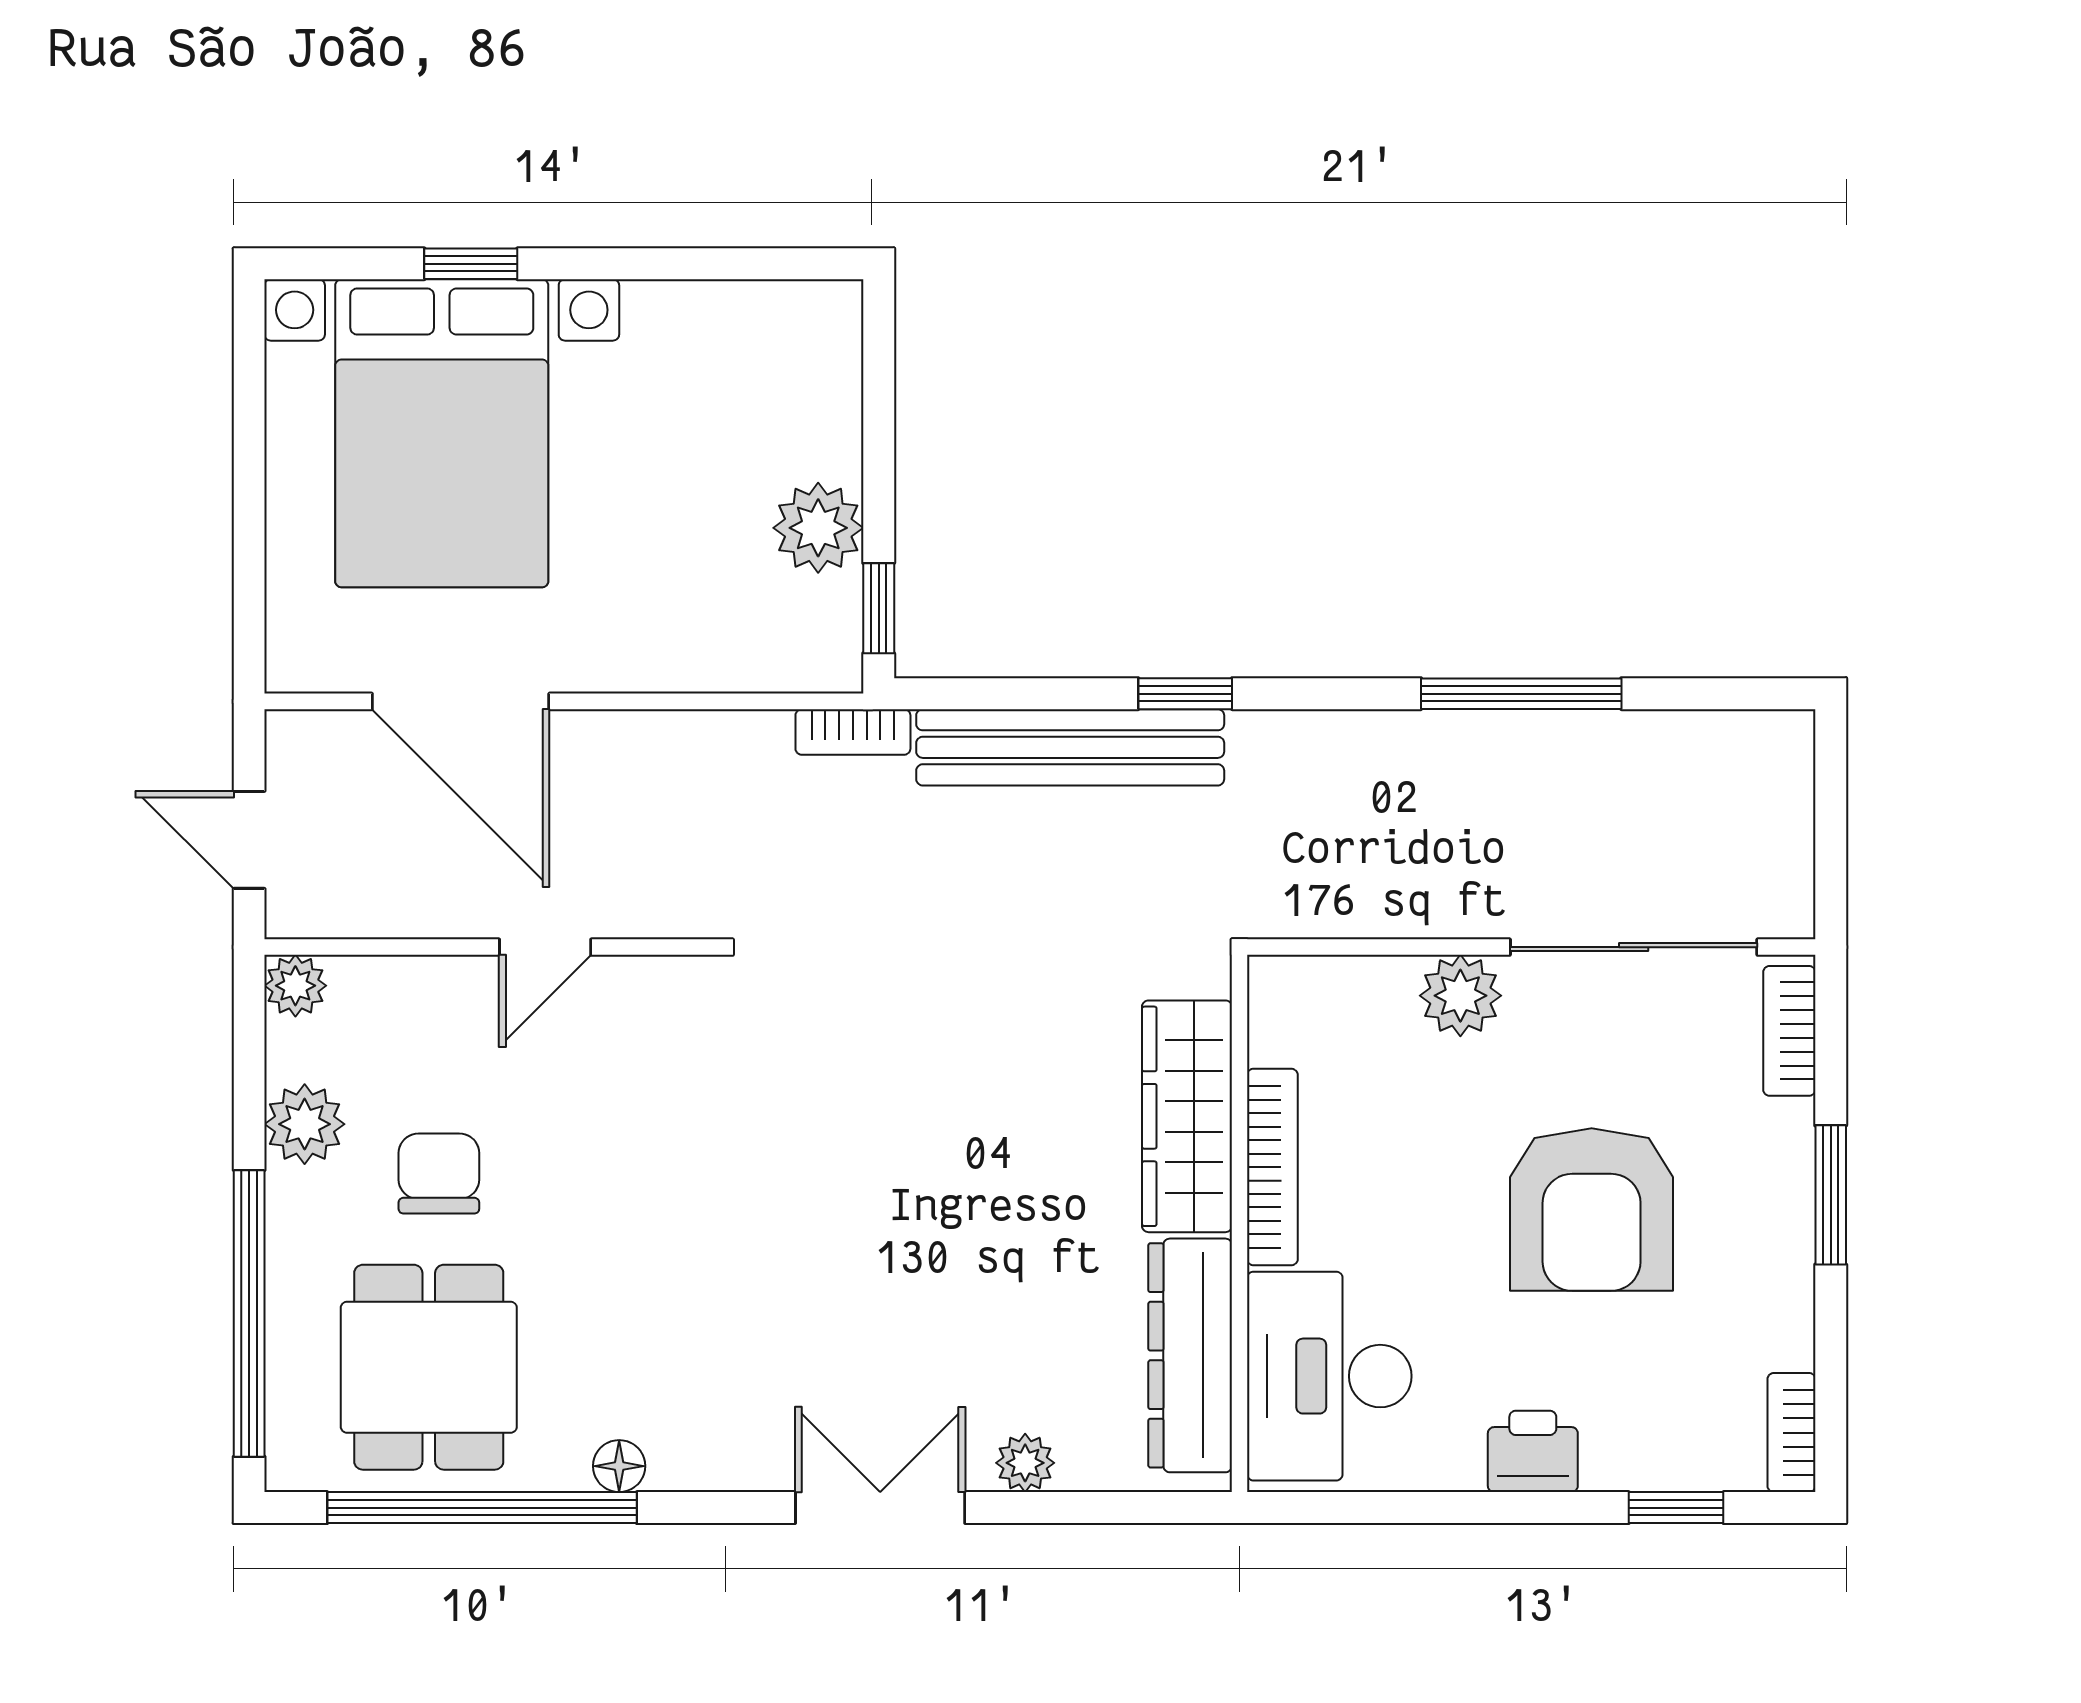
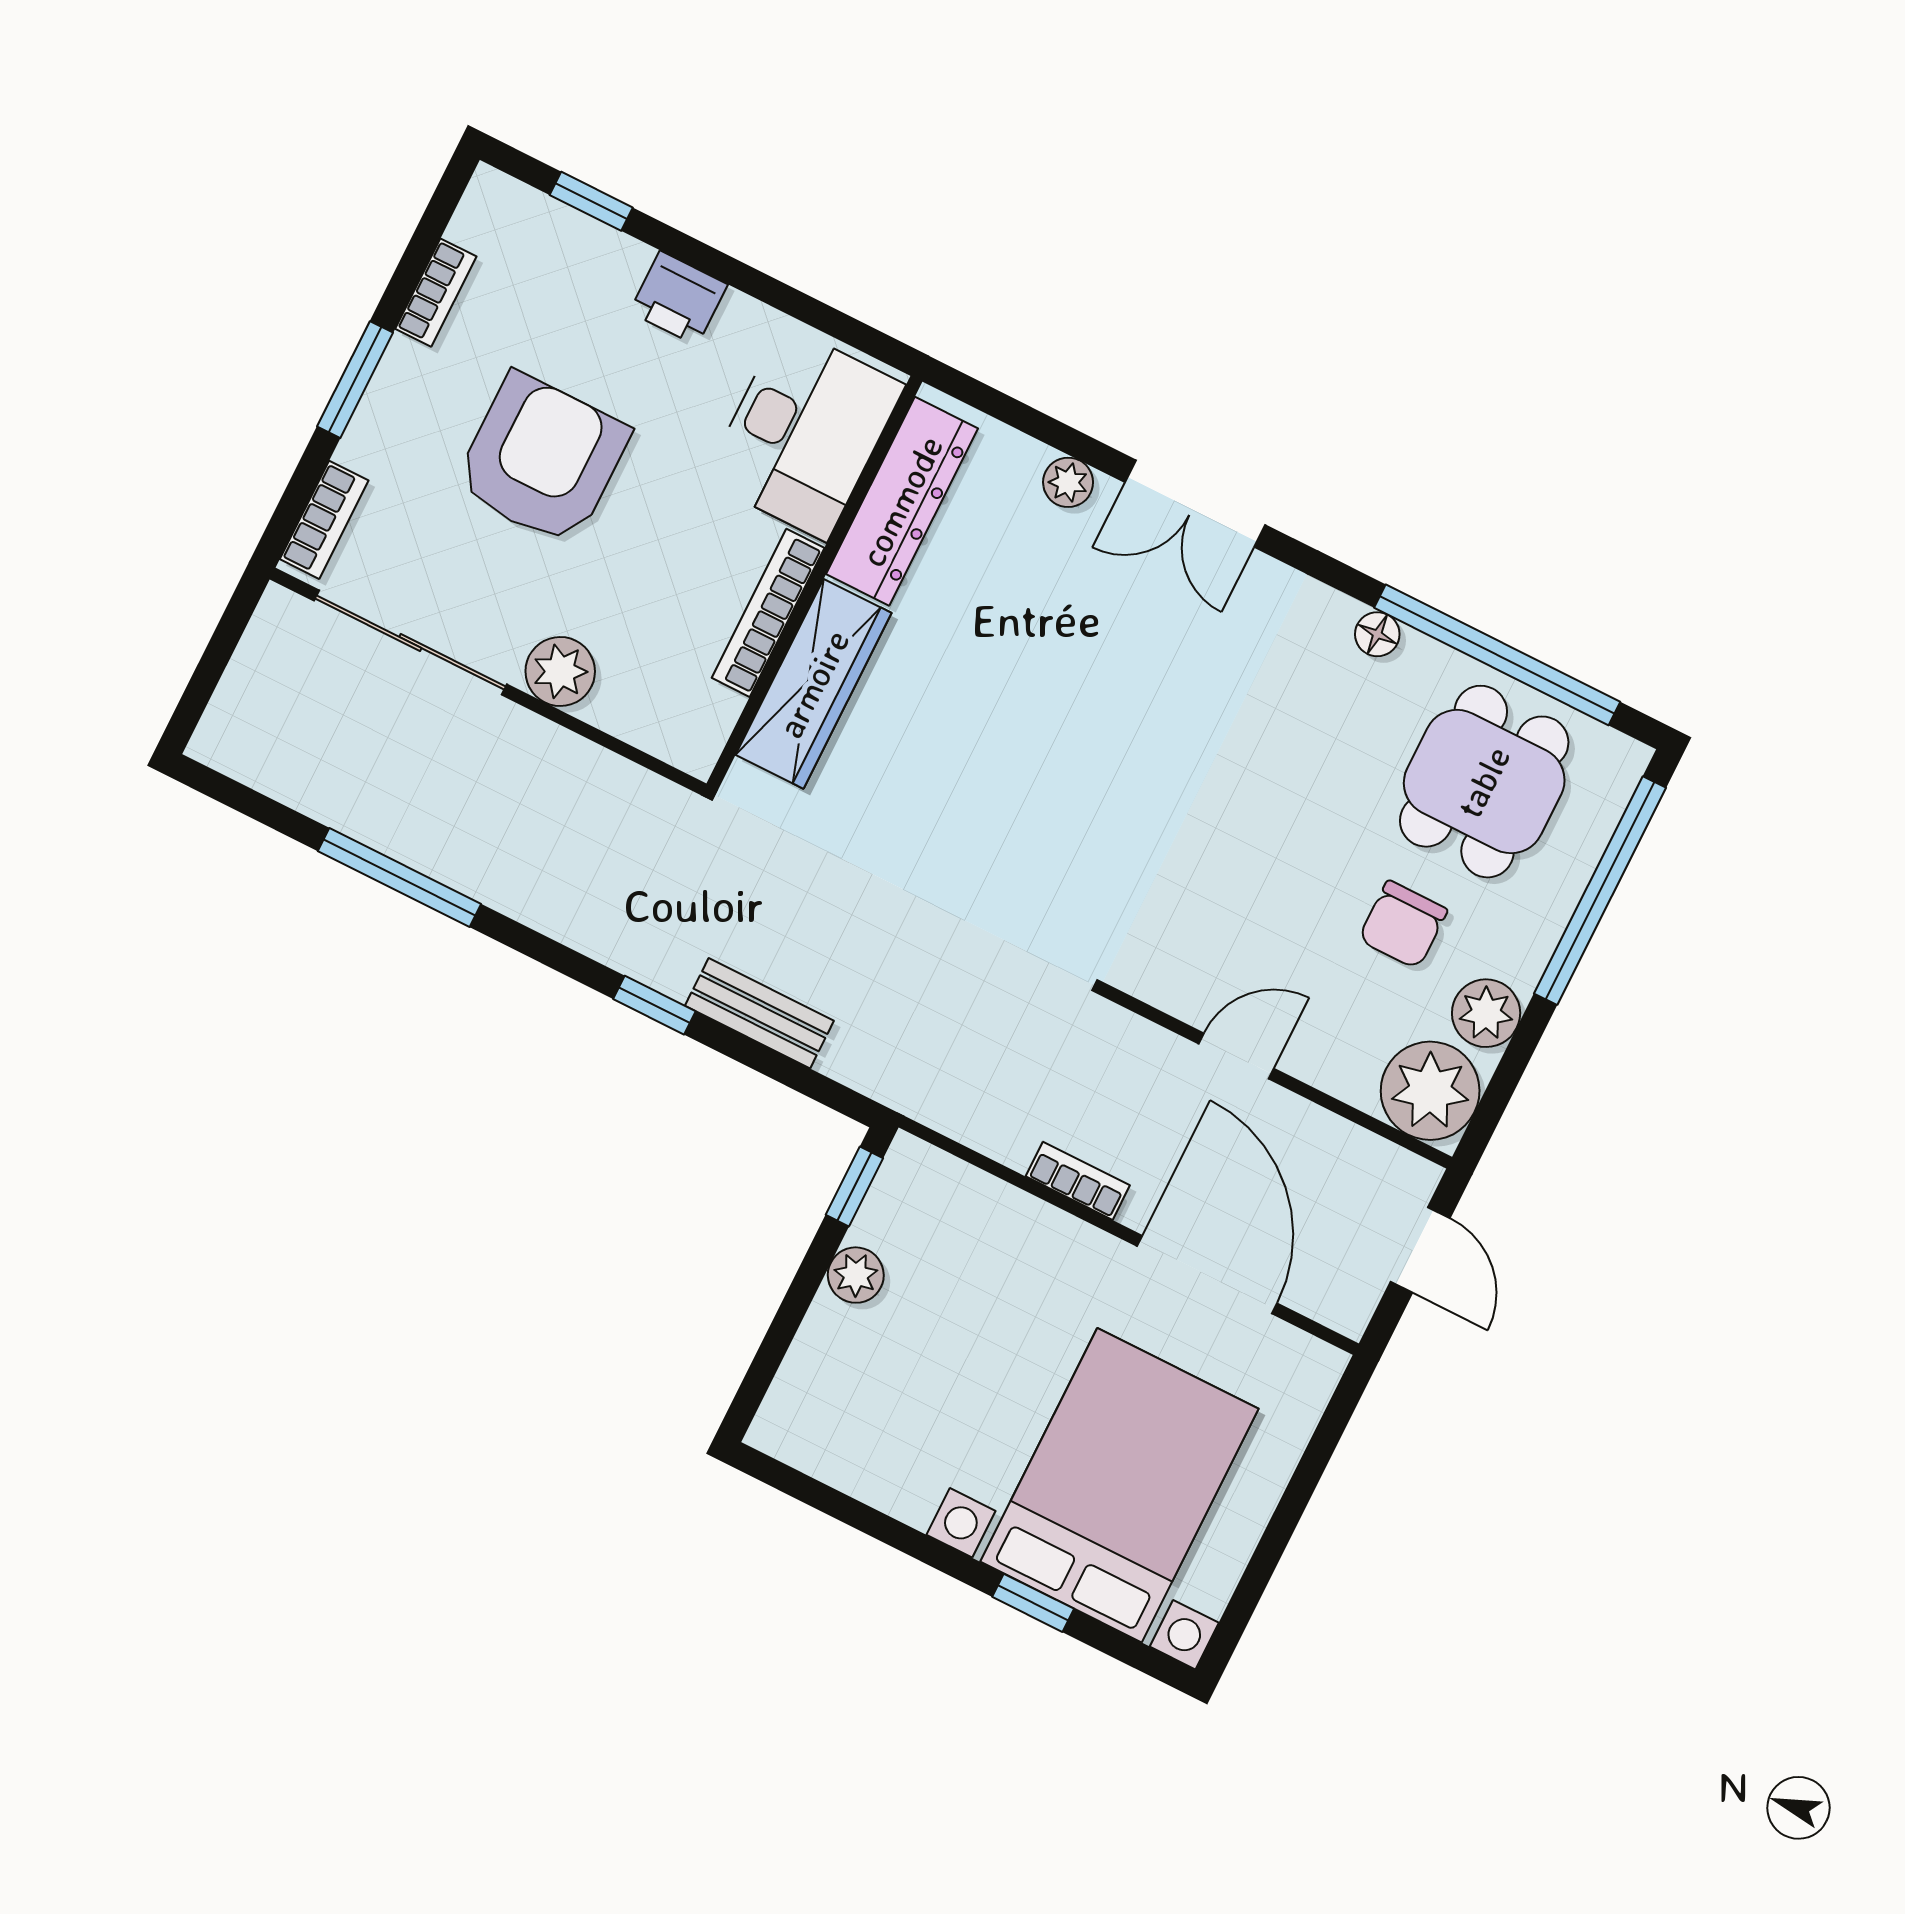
plant: (818, 528) -> (856, 1275), width x0.73, depth x0.73
bookcase: (853, 732) -> (1078, 1181), moved
bench: (1070, 747) -> (759, 1013), width x0.54, depth x0.82
plant: (295, 986) -> (1430, 1091), width x1.87, depth x1.87
bookcase: (1791, 1433) -> (436, 293), moved

